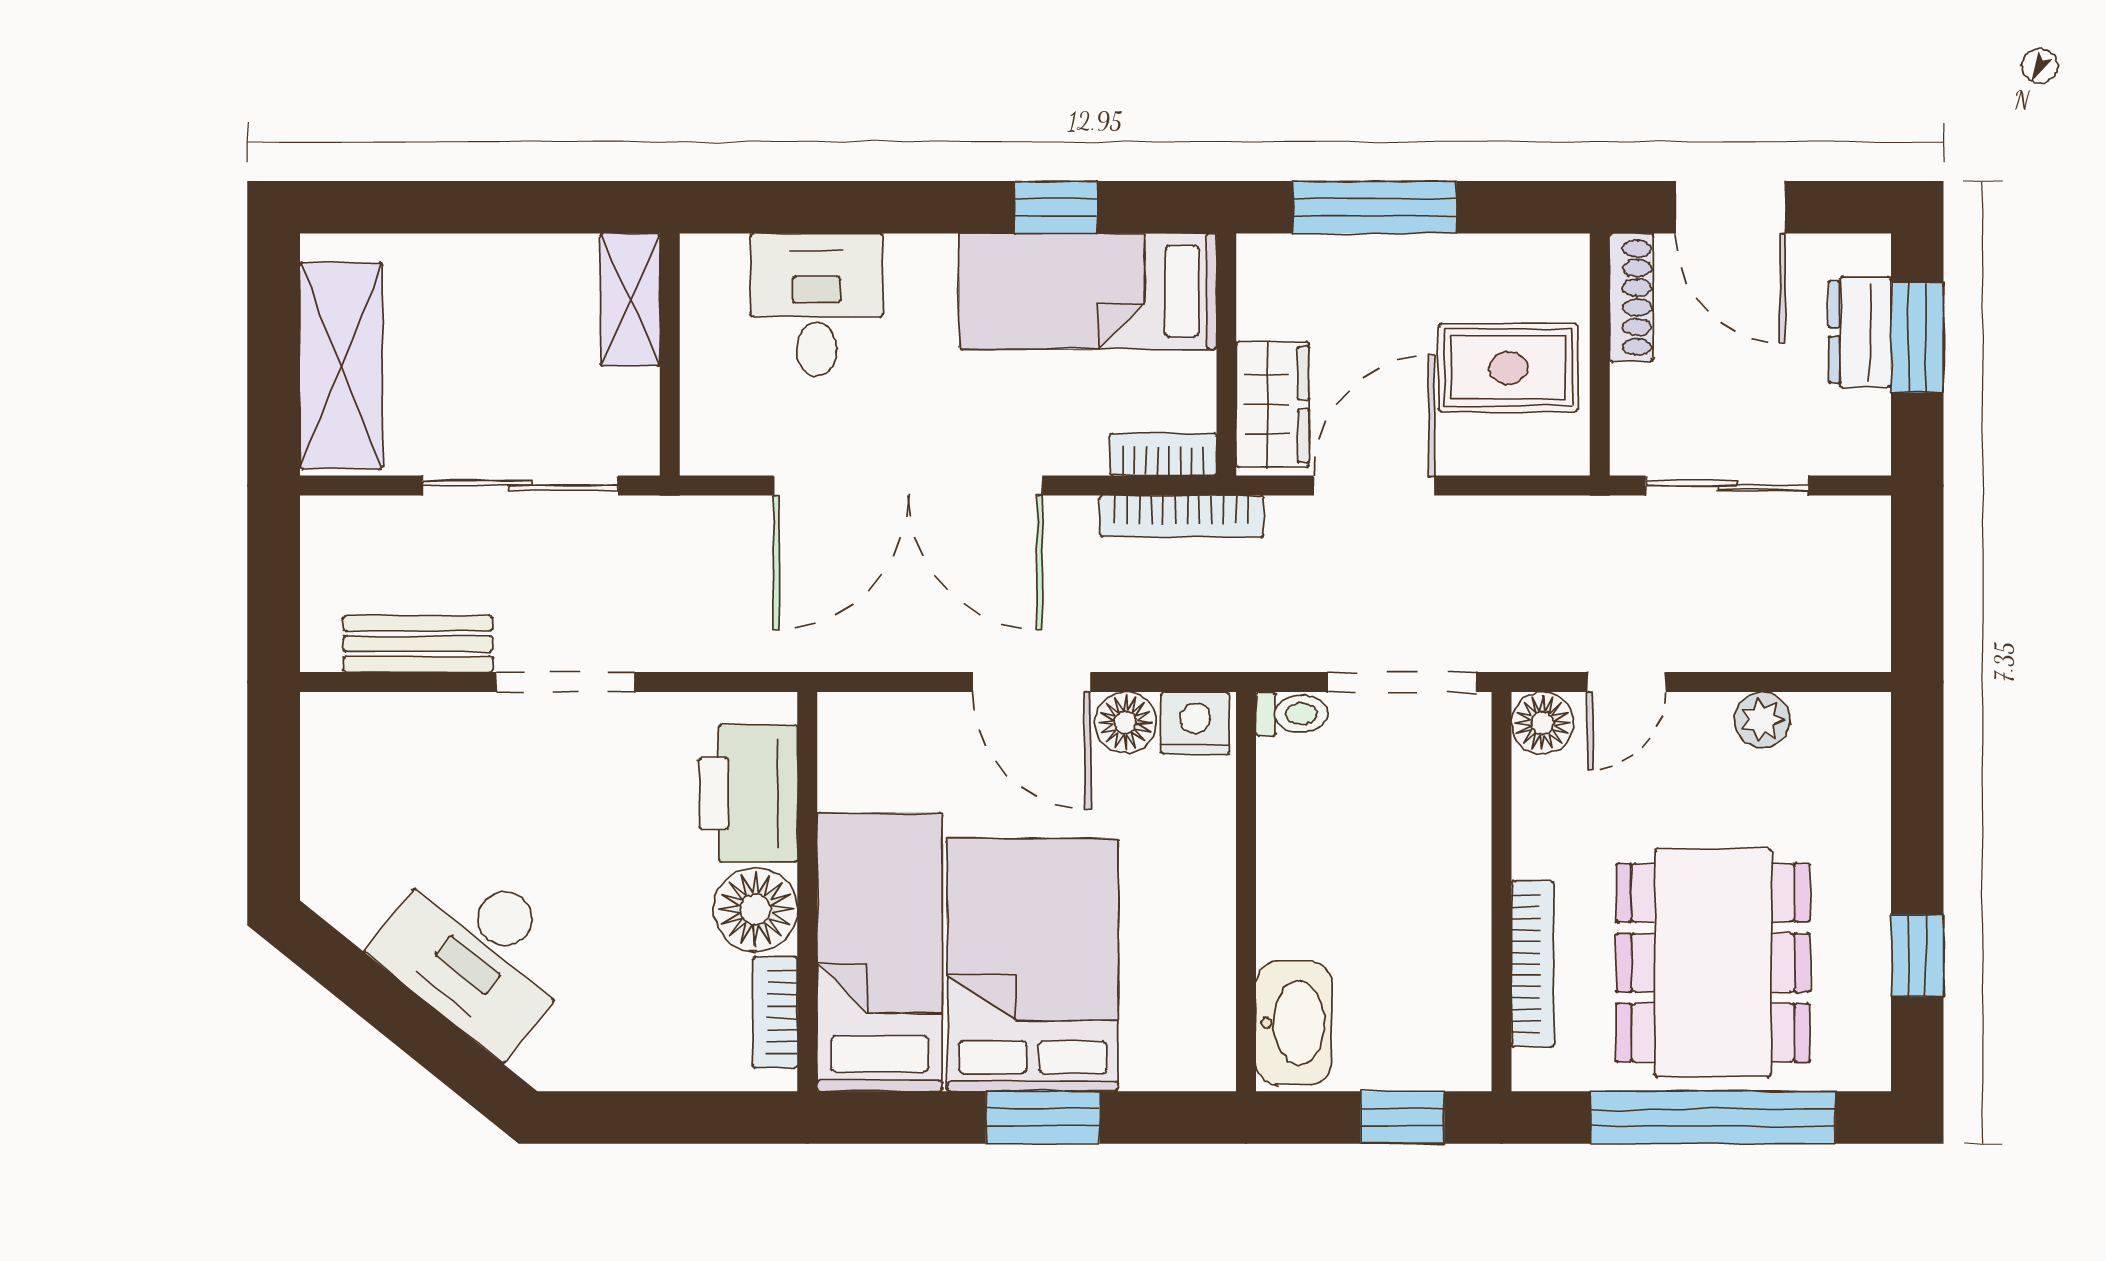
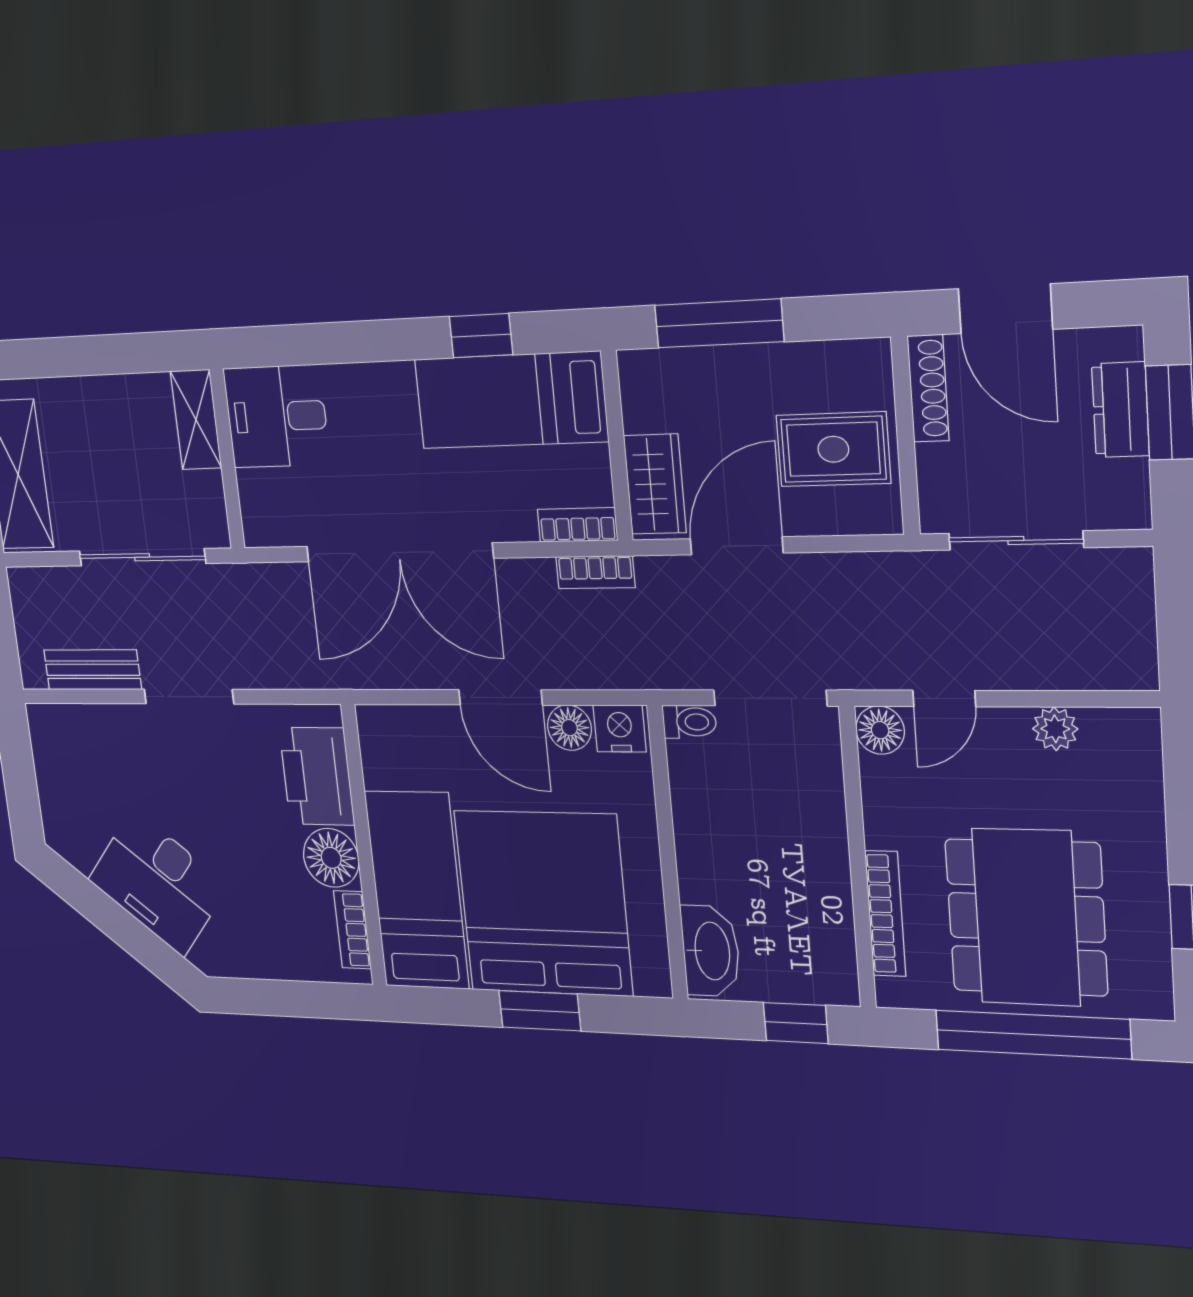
desk: (817, 305) -> (277, 416), moved, turned -90
bookcase: (1182, 516) -> (595, 572), width x0.64
bed: (1033, 965) -> (543, 903), width x1.36

